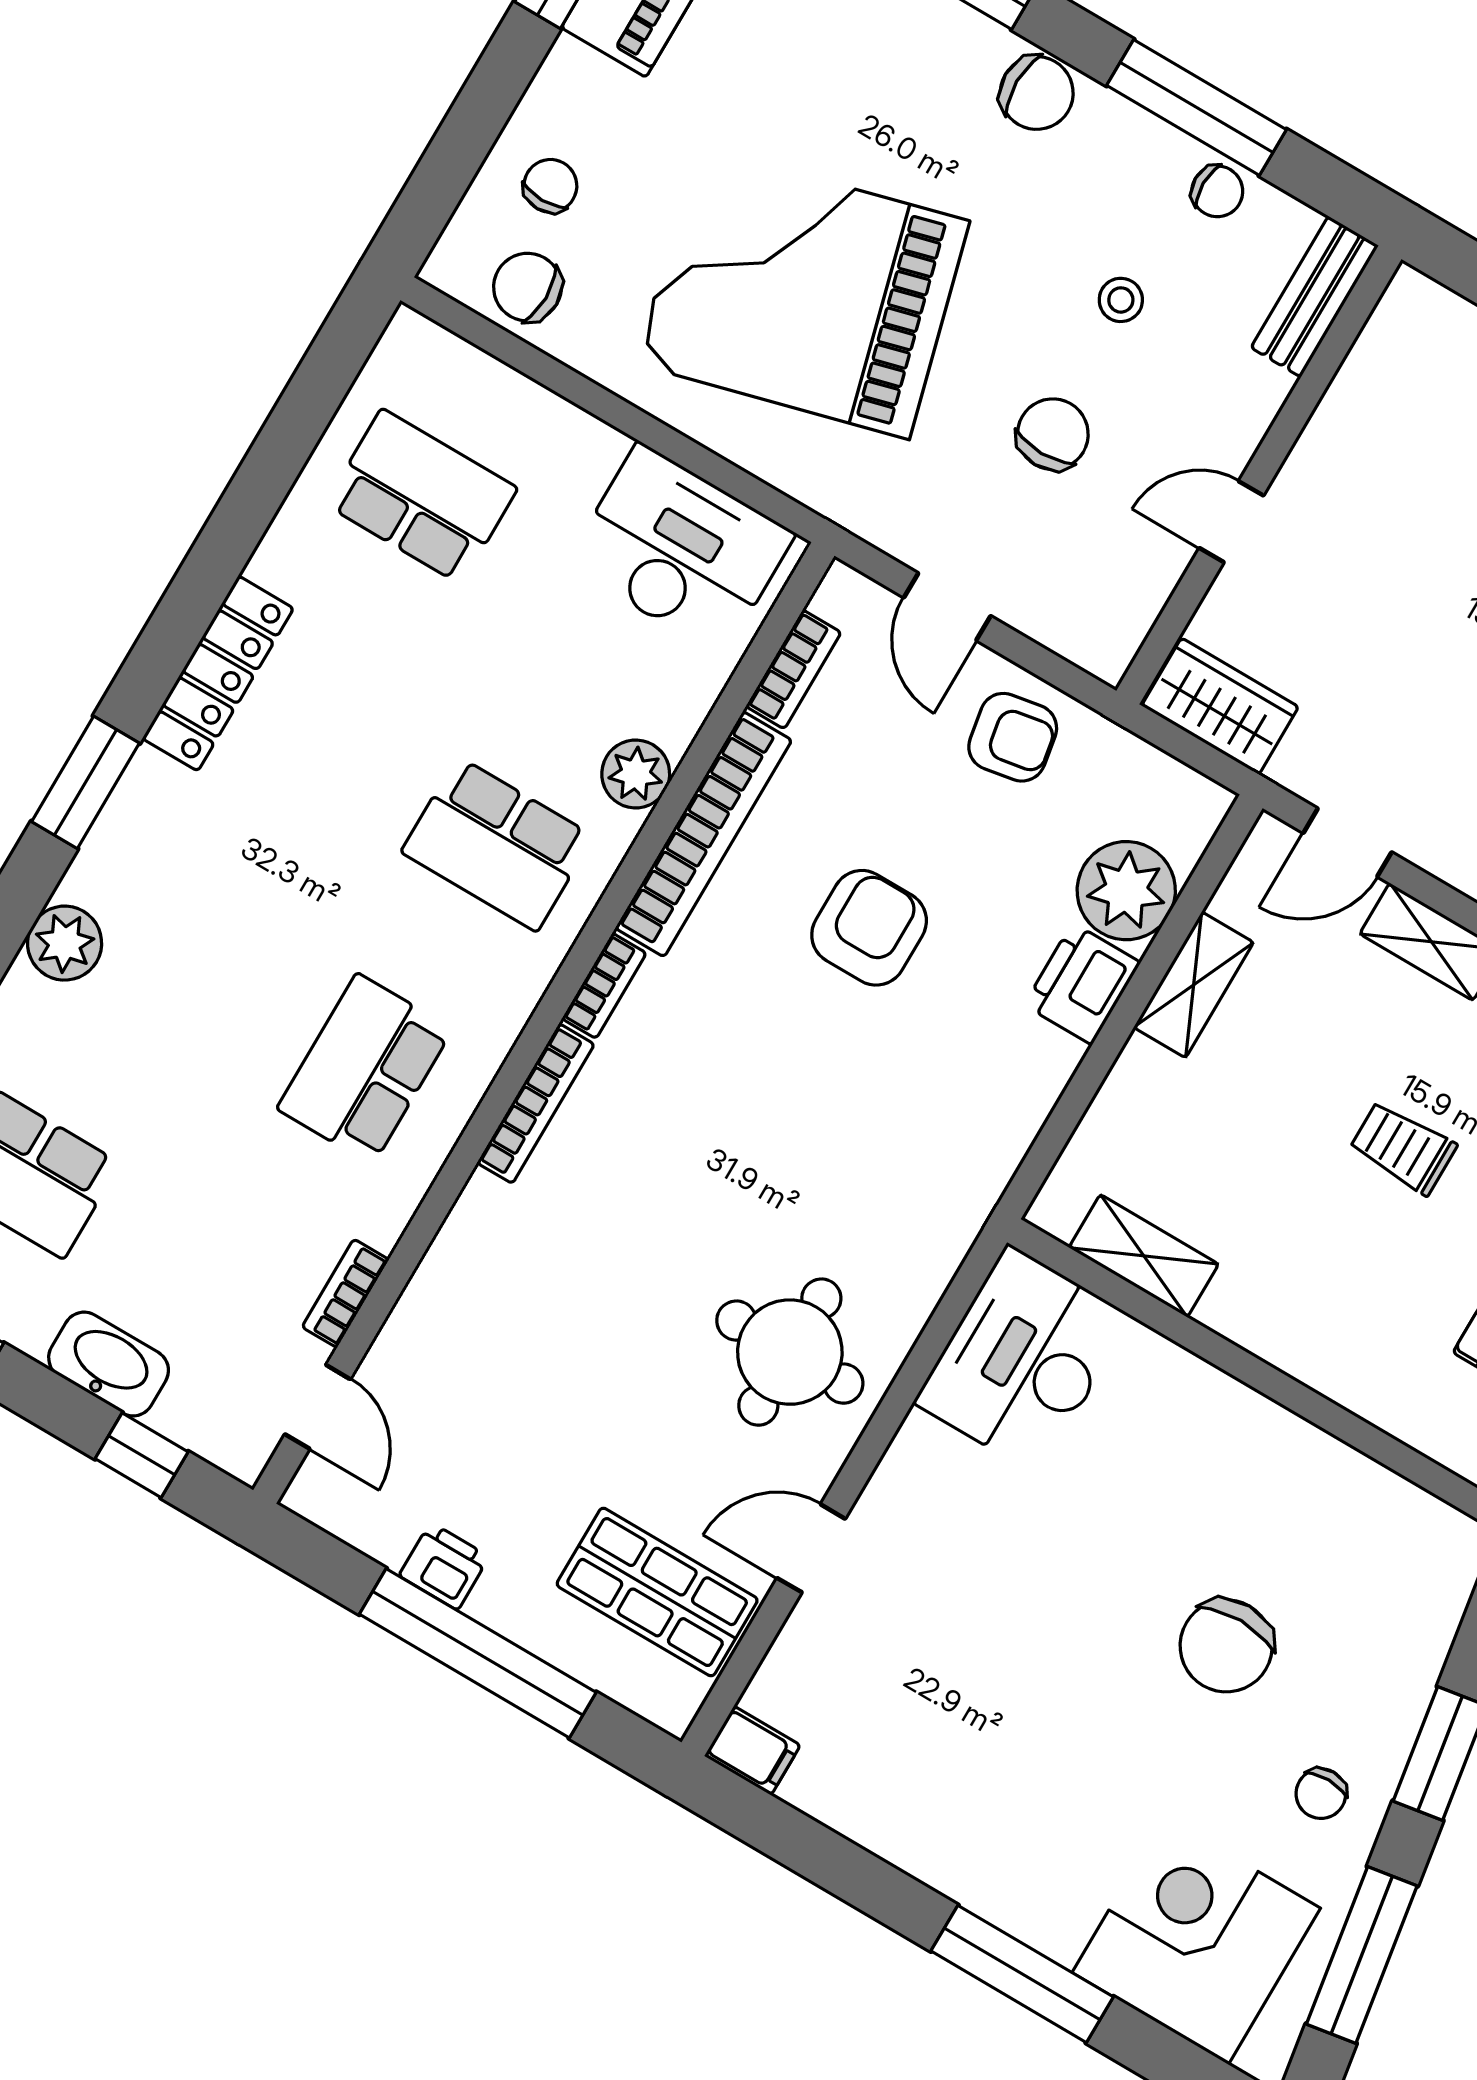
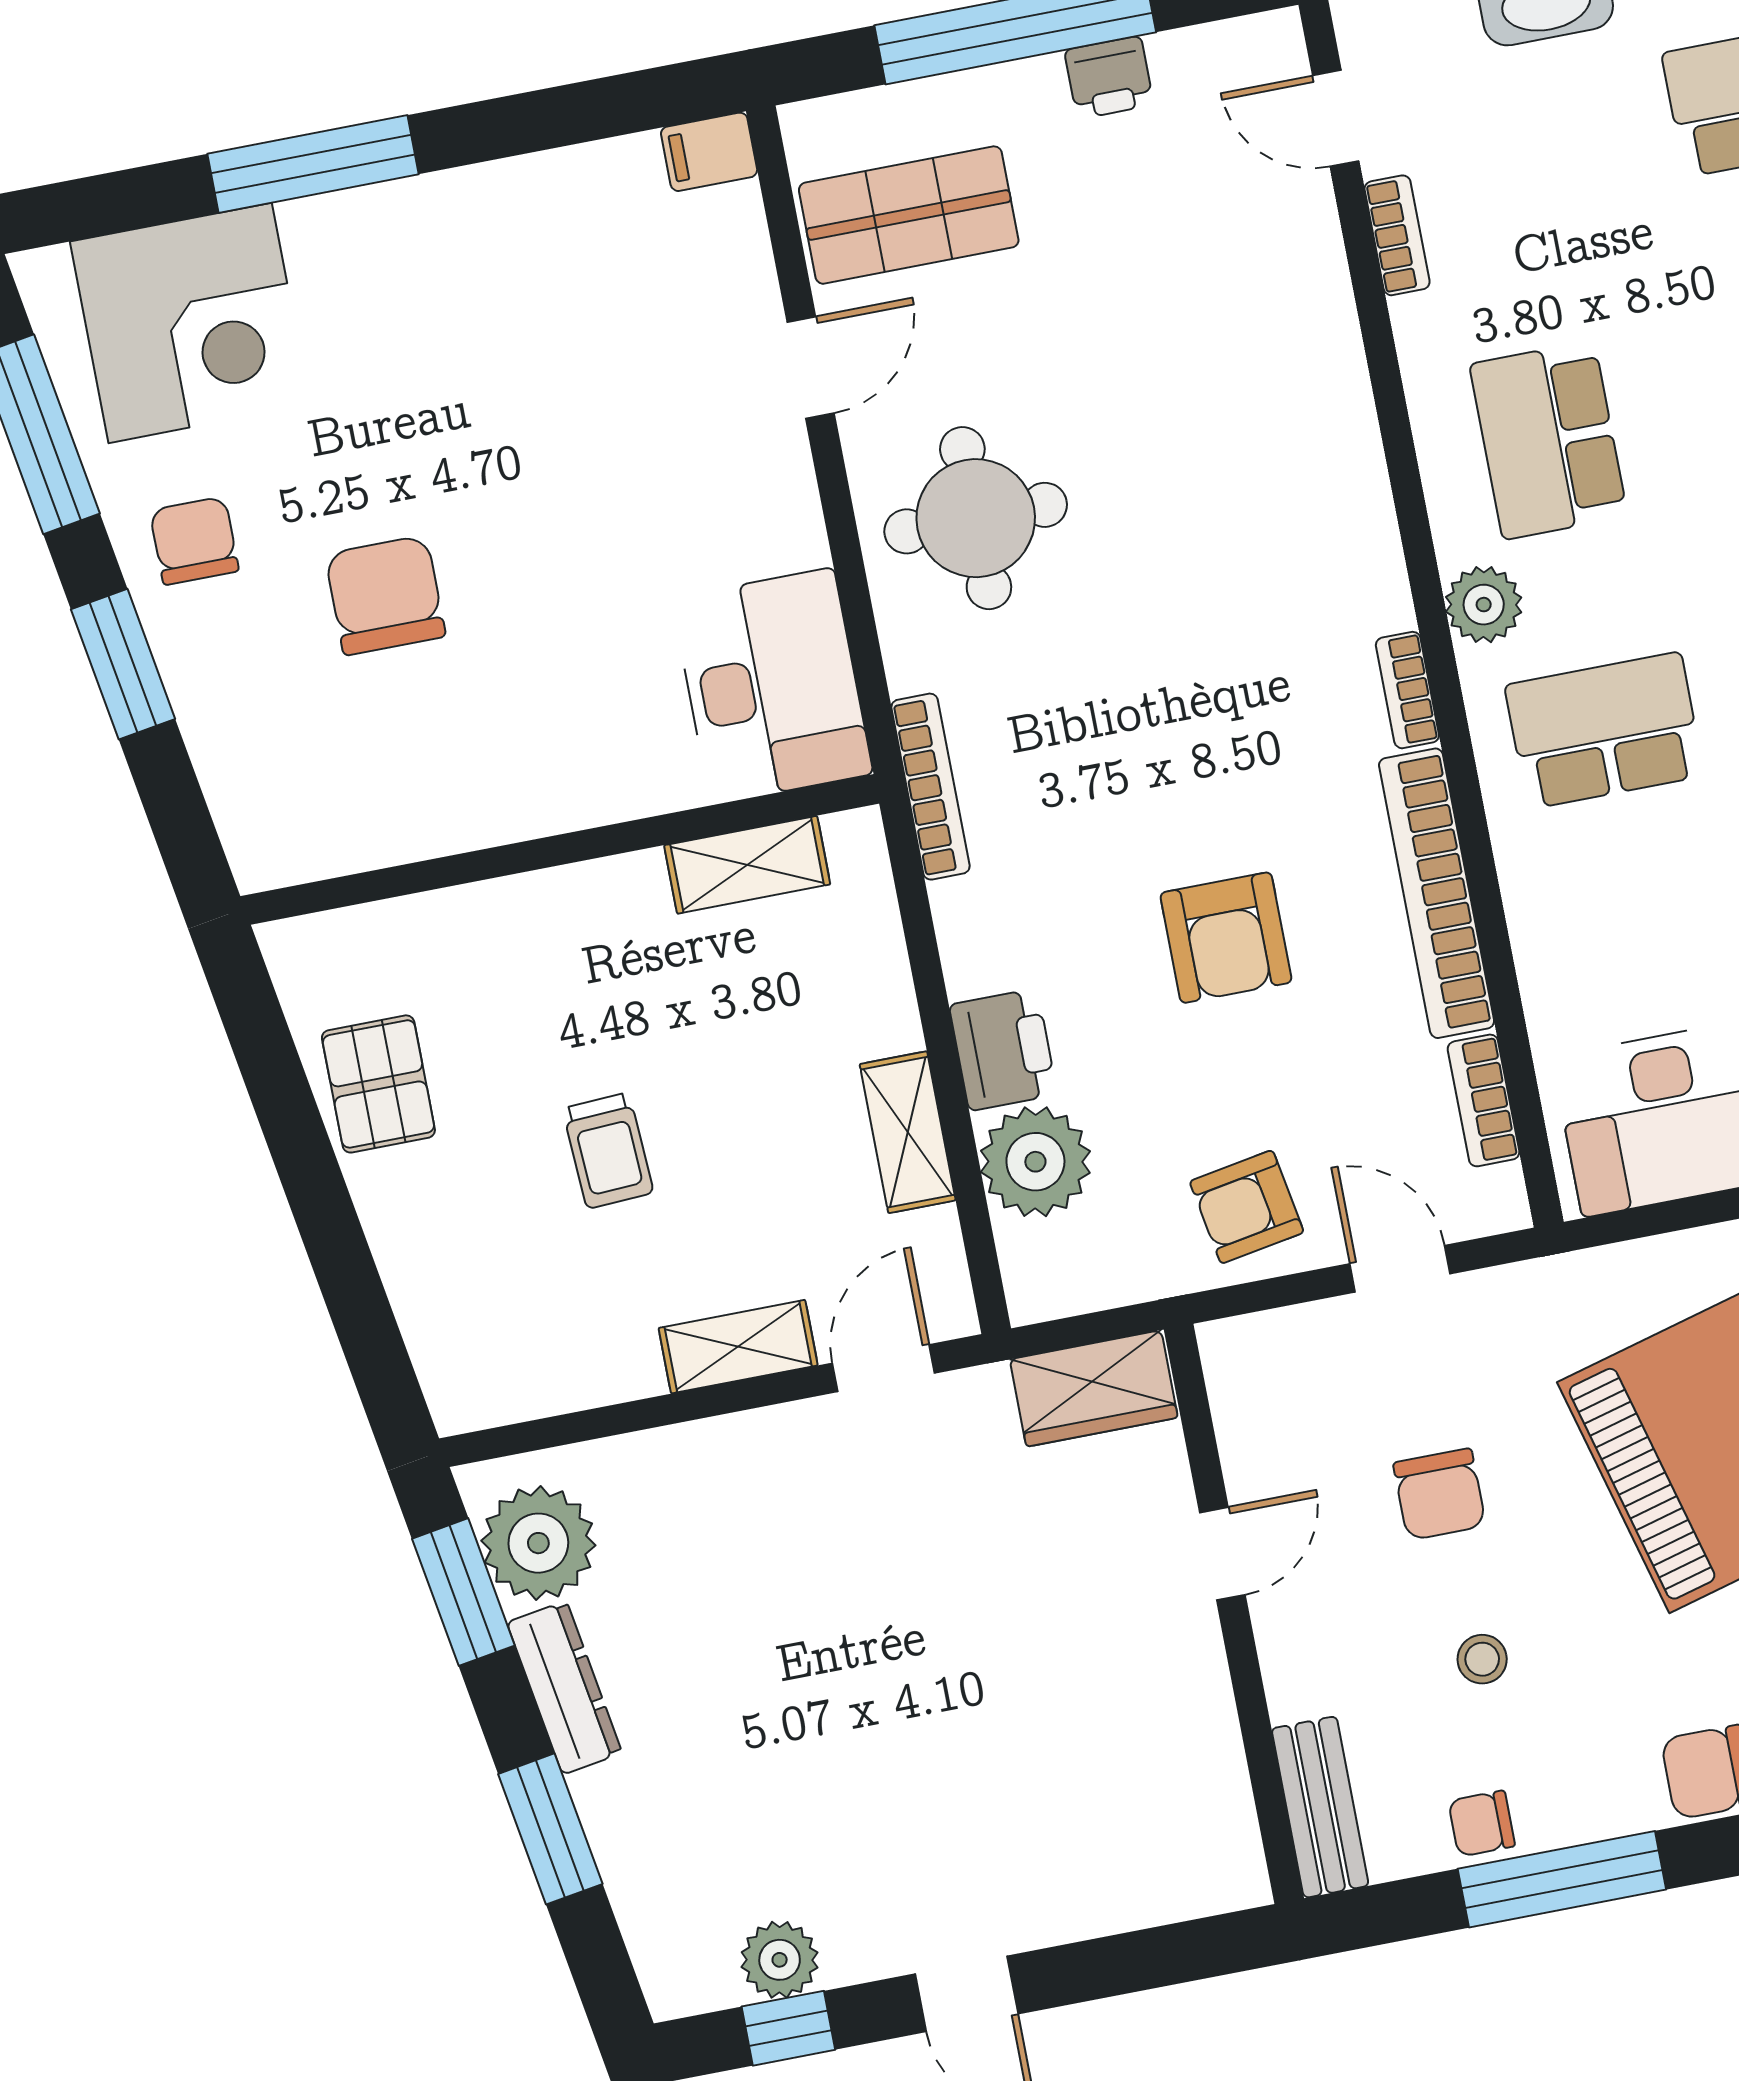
plant: (636, 774) -> (1484, 605), moved
school desk: (365, 1069) -> (1549, 440), turned 180
bookcase: (536, 1104) -> (930, 787), moved, turned 180
trolley: (1403, 1148) -> (608, 1151), turned 87
chair: (1321, 1794) -> (194, 541), width x1.37, depth x1.37

